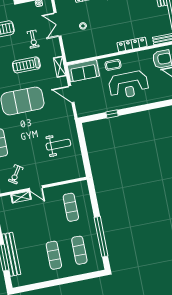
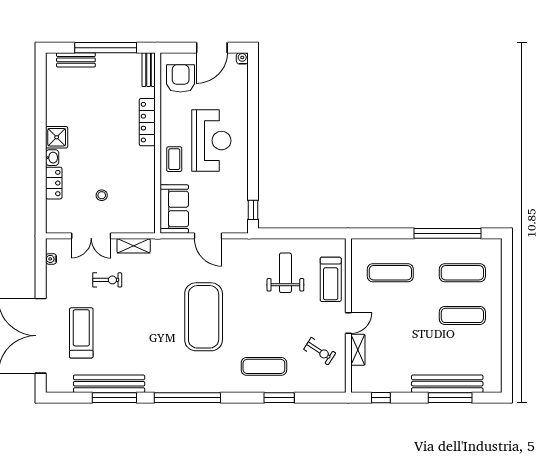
treadmill: (26, 65) -> (331, 279), moved
shelving: (60, 67) -> (134, 246), moved
door: (71, 94) -> (208, 236), hinge flipped
window: (112, 114) -> (253, 210), moved

